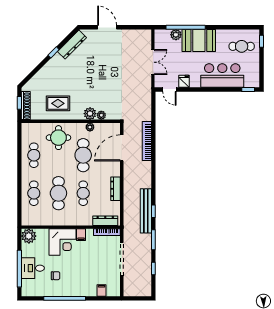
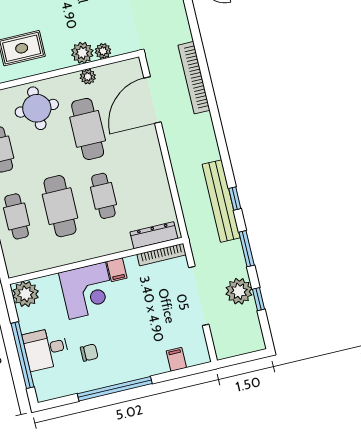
dresser: (116, 189) -> (159, 175), removed
plant: (144, 262) -> (239, 291), added

